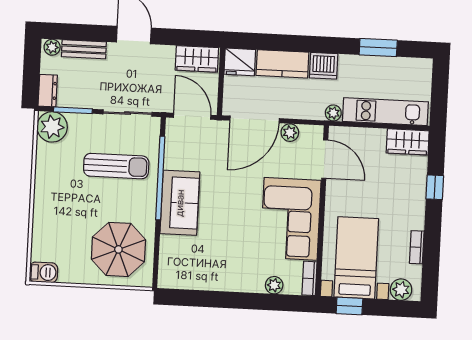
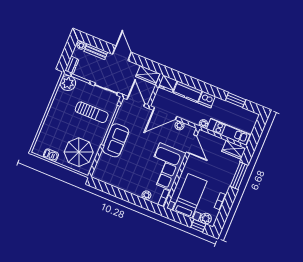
window: (435, 187) -> (239, 176), width x2.17
barbecue: (44, 272) -> (51, 155), moved
window: (349, 306) -> (198, 226), moved

